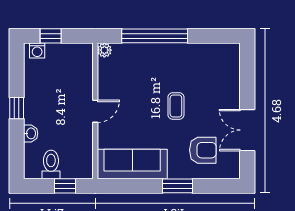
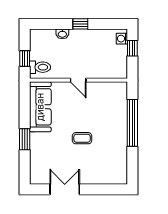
plant: (104, 50) -> (122, 87), removed
armchair: (203, 150) -> (50, 158), removed
toilet: (51, 165) -> (40, 67), moved

